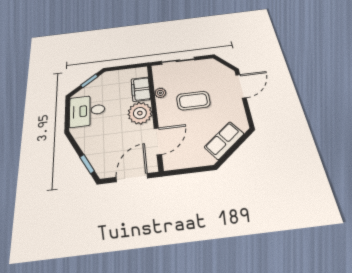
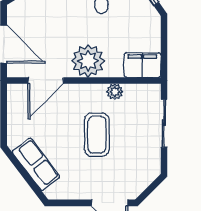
filing cabinet: (141, 89) -> (142, 65), moved
door: (158, 141) -> (46, 80), hinge flipped

